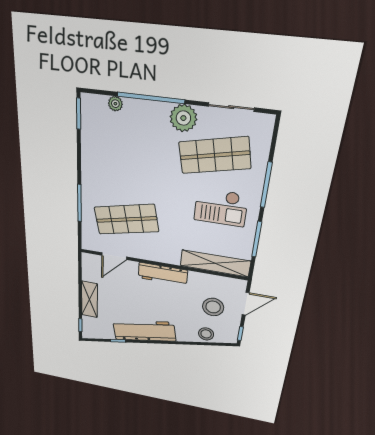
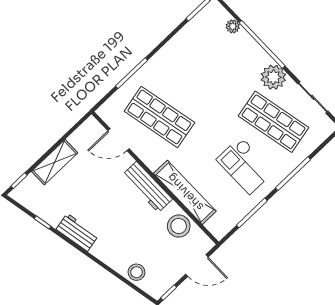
shelving: (215, 263) -> (185, 192), moved
stool: (213, 307) -> (179, 226), moved
workbench: (144, 331) -> (77, 232), width x0.53, depth x0.76

